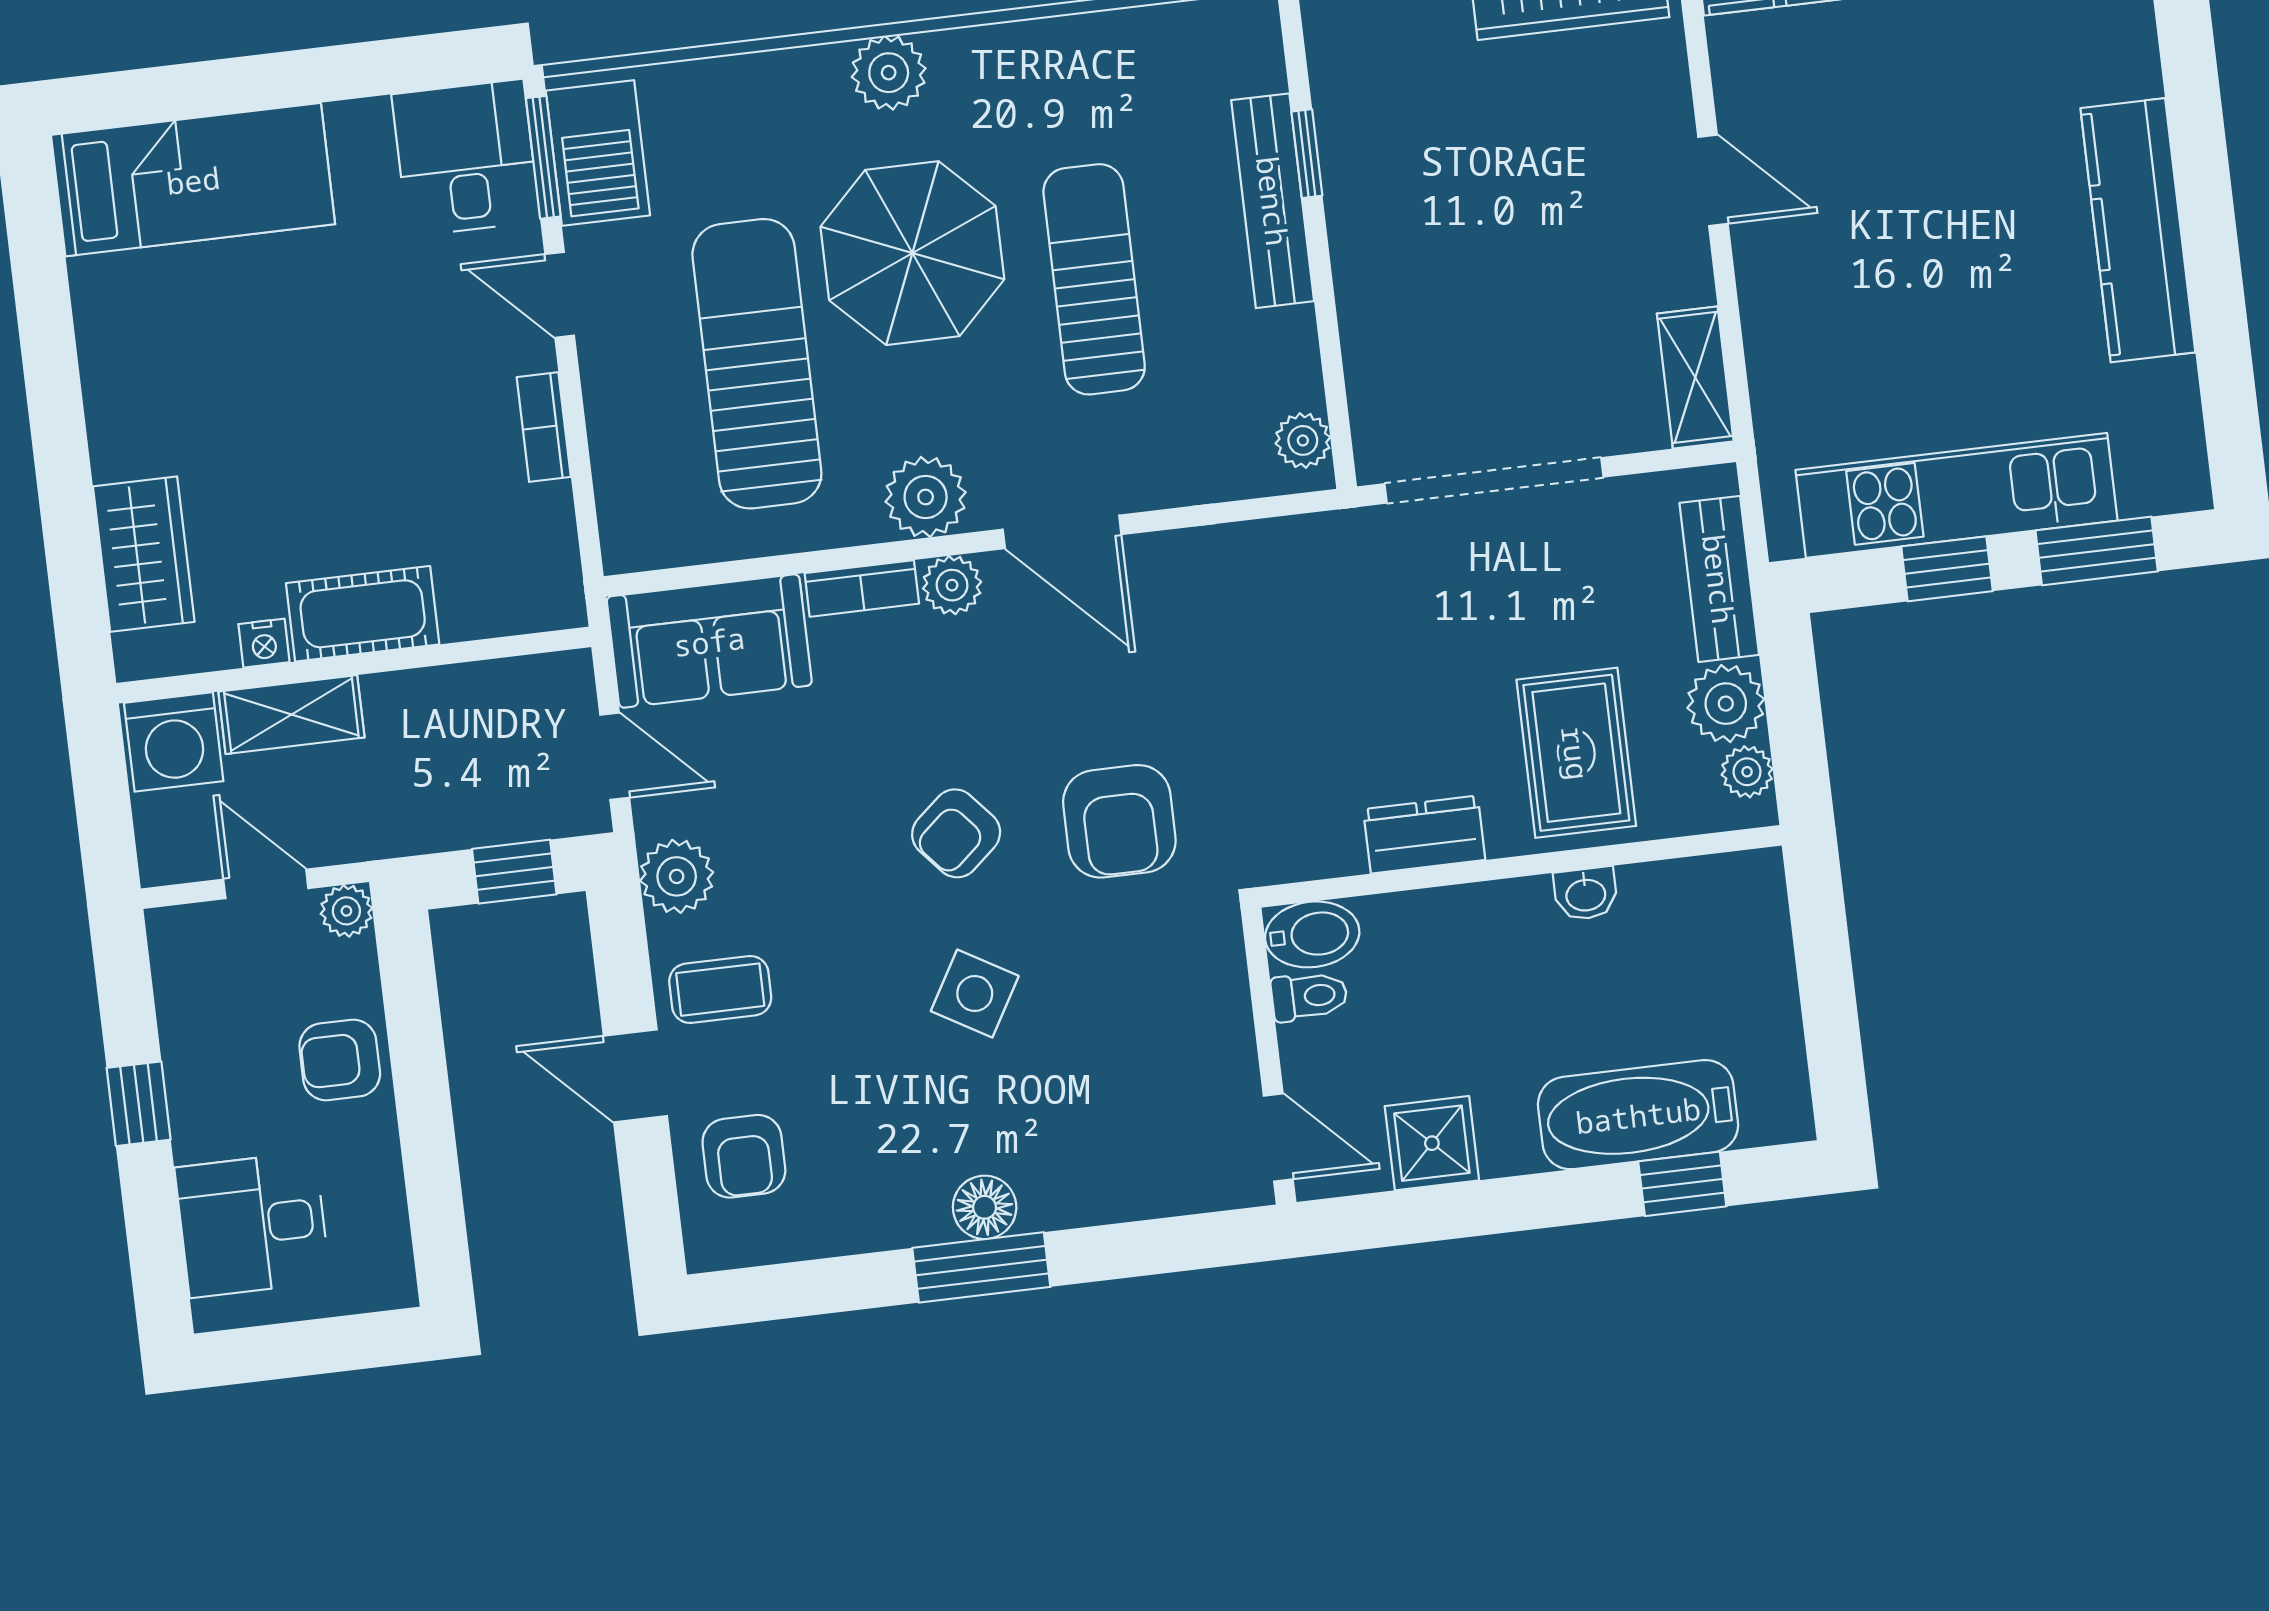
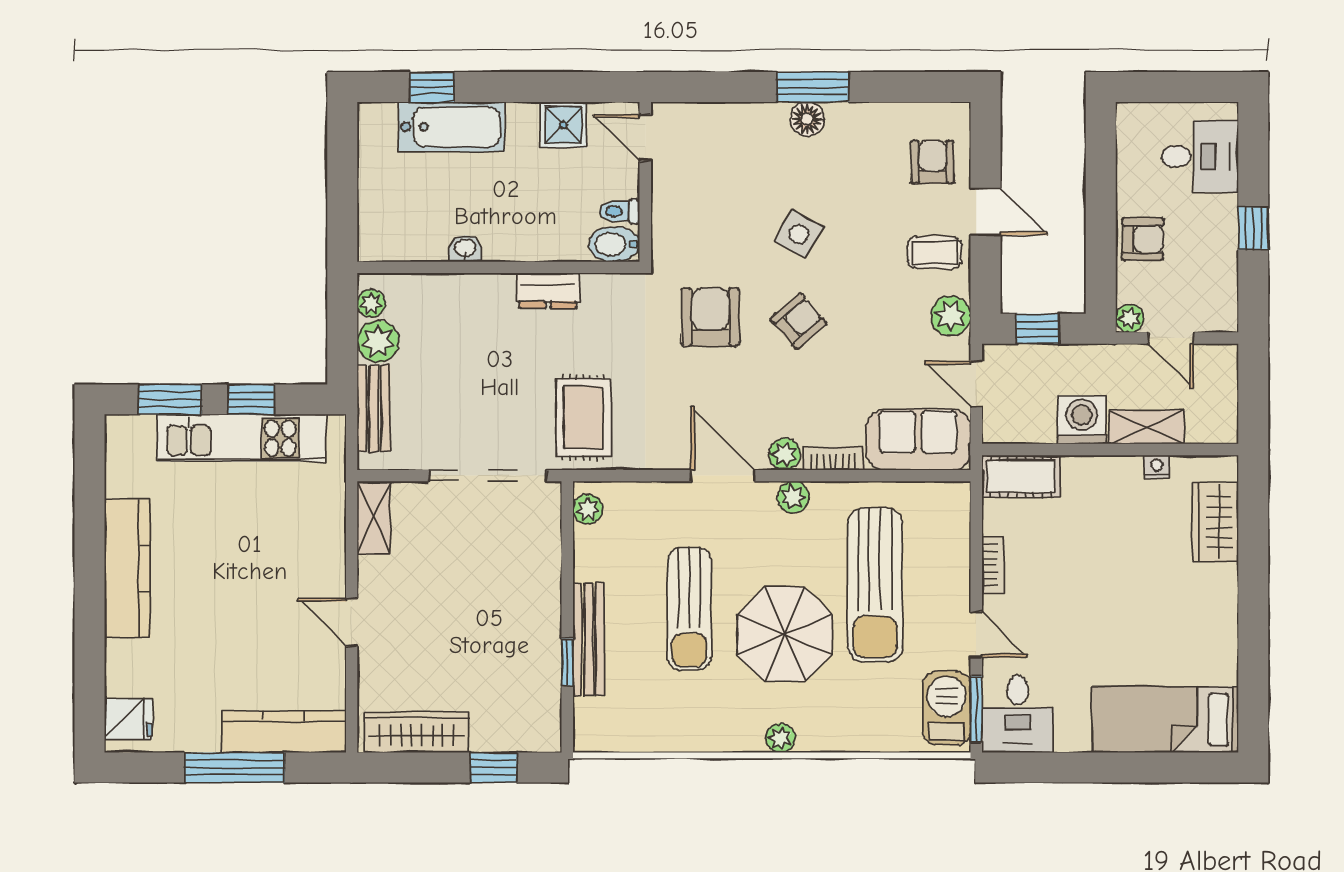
plant: (889, 73) -> (780, 738), width x0.73, depth x0.73
plant: (926, 497) -> (793, 497), width x0.73, depth x0.73
cot: (363, 614) -> (1021, 476), moved
washing machine: (174, 742) -> (1082, 420), moved
rug: (1576, 753) -> (583, 418), moved

